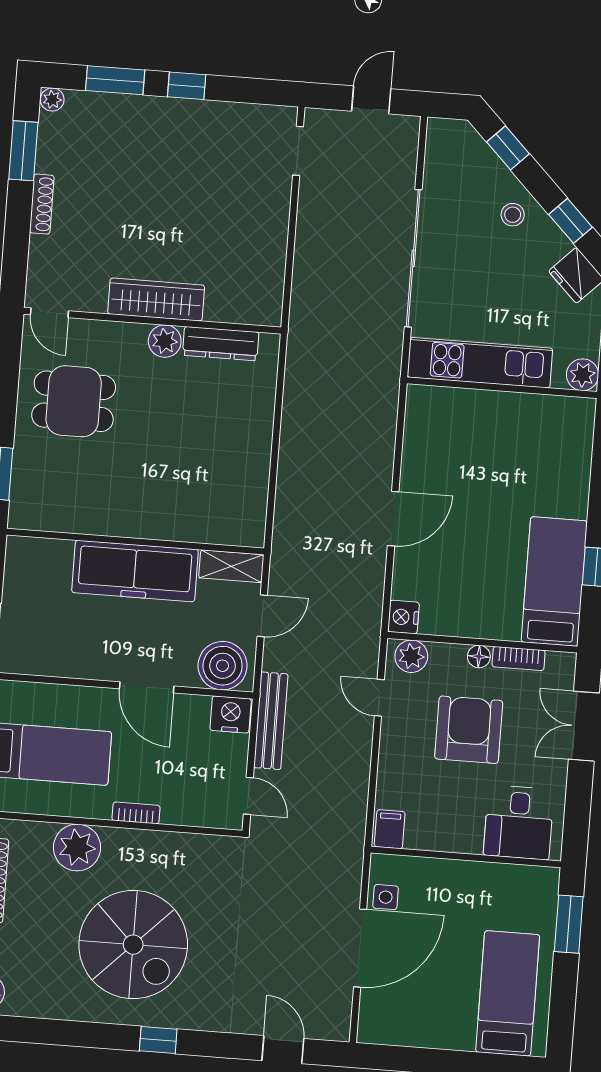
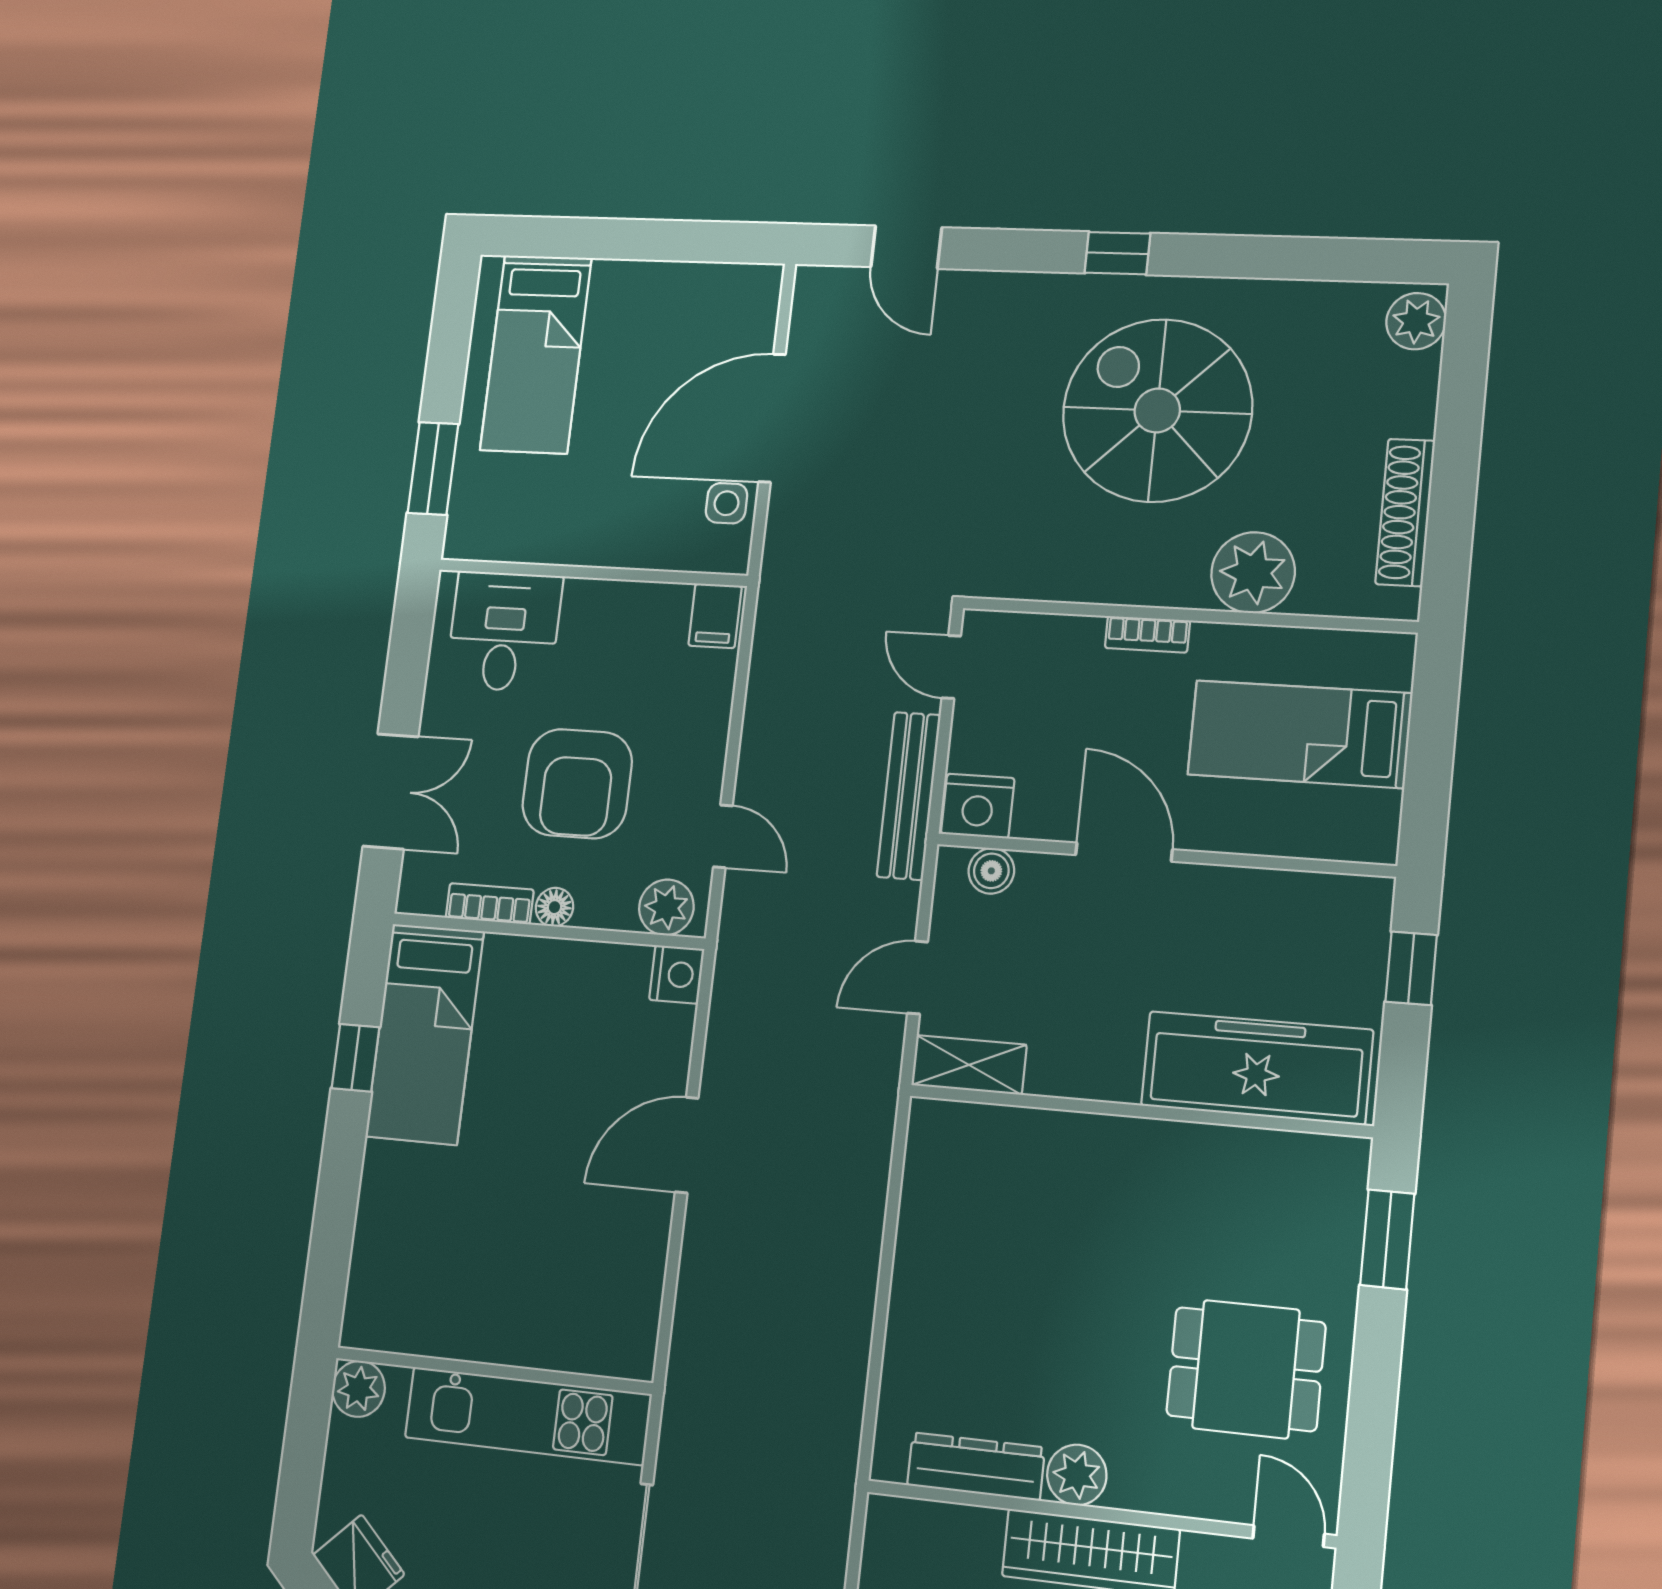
freezer: (135, 571) -> (1257, 1068), moved
boiler: (223, 666) -> (991, 871), width x0.54, depth x0.54

